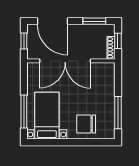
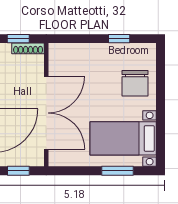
window: (24, 112) -> (117, 171), width x0.69
window: (118, 113) -> (119, 39), width x0.46

